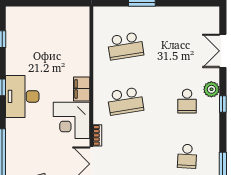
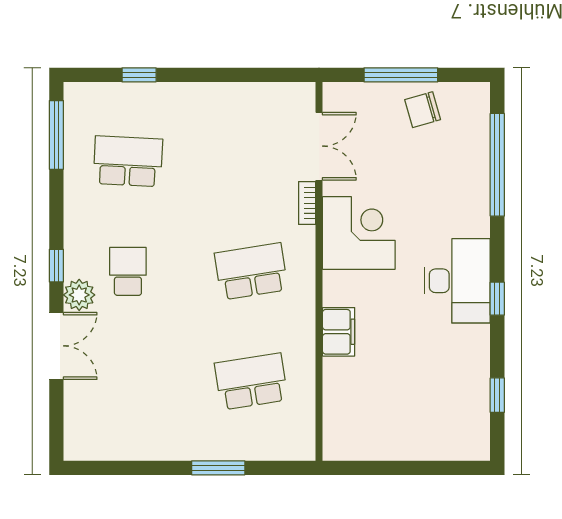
double door: (223, 51) -> (56, 346), moved
filing cabinet: (82, 89) -> (339, 332), moved
school desk: (187, 156) -> (128, 161), width x1.85

